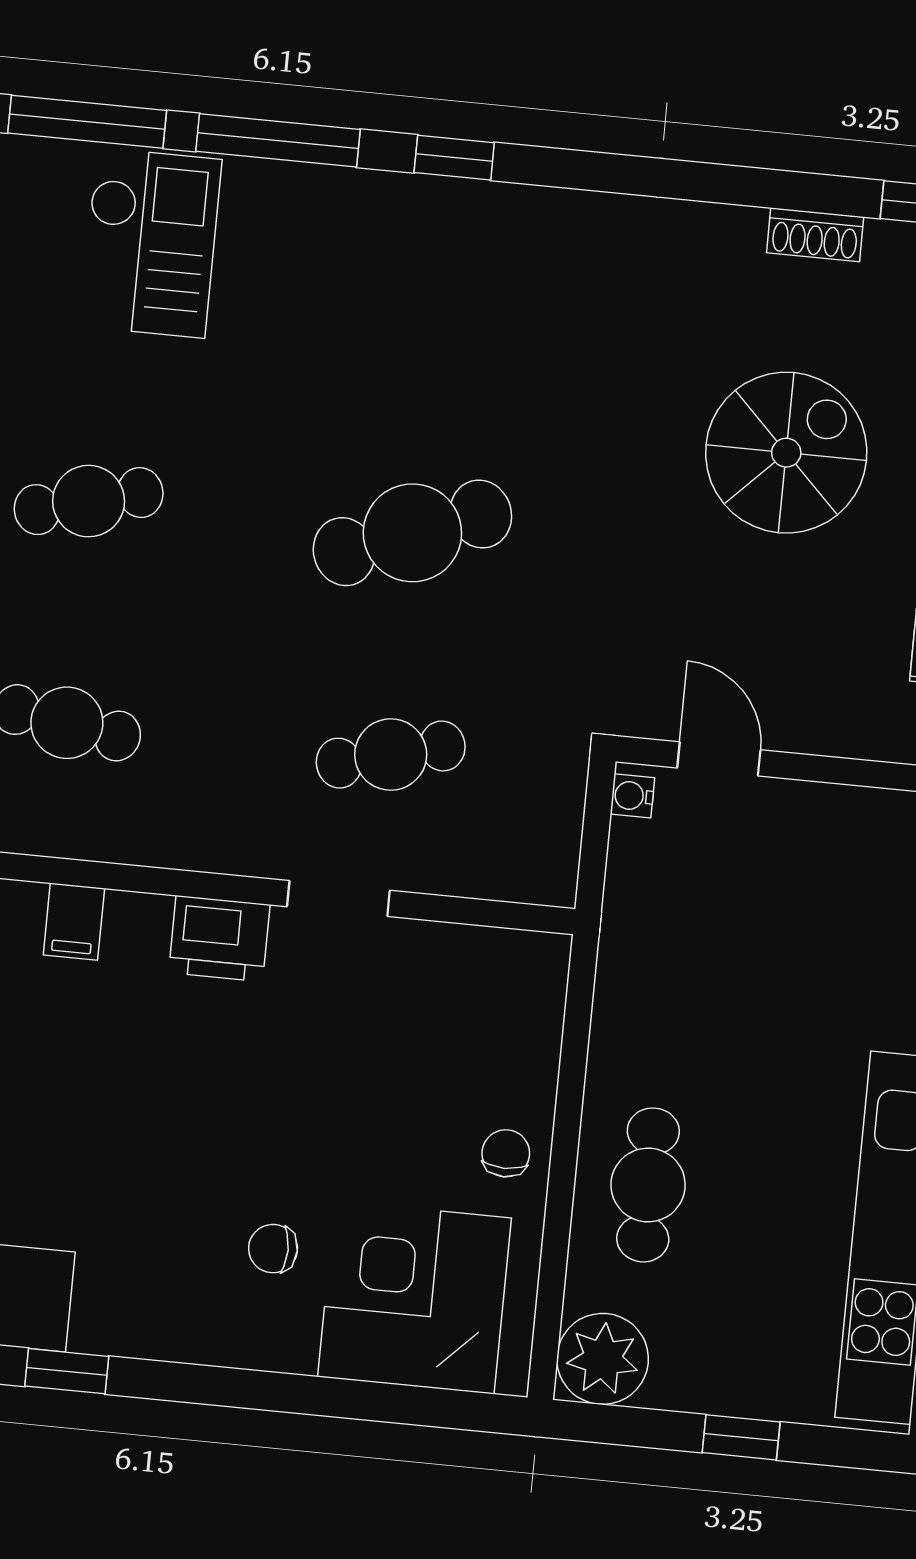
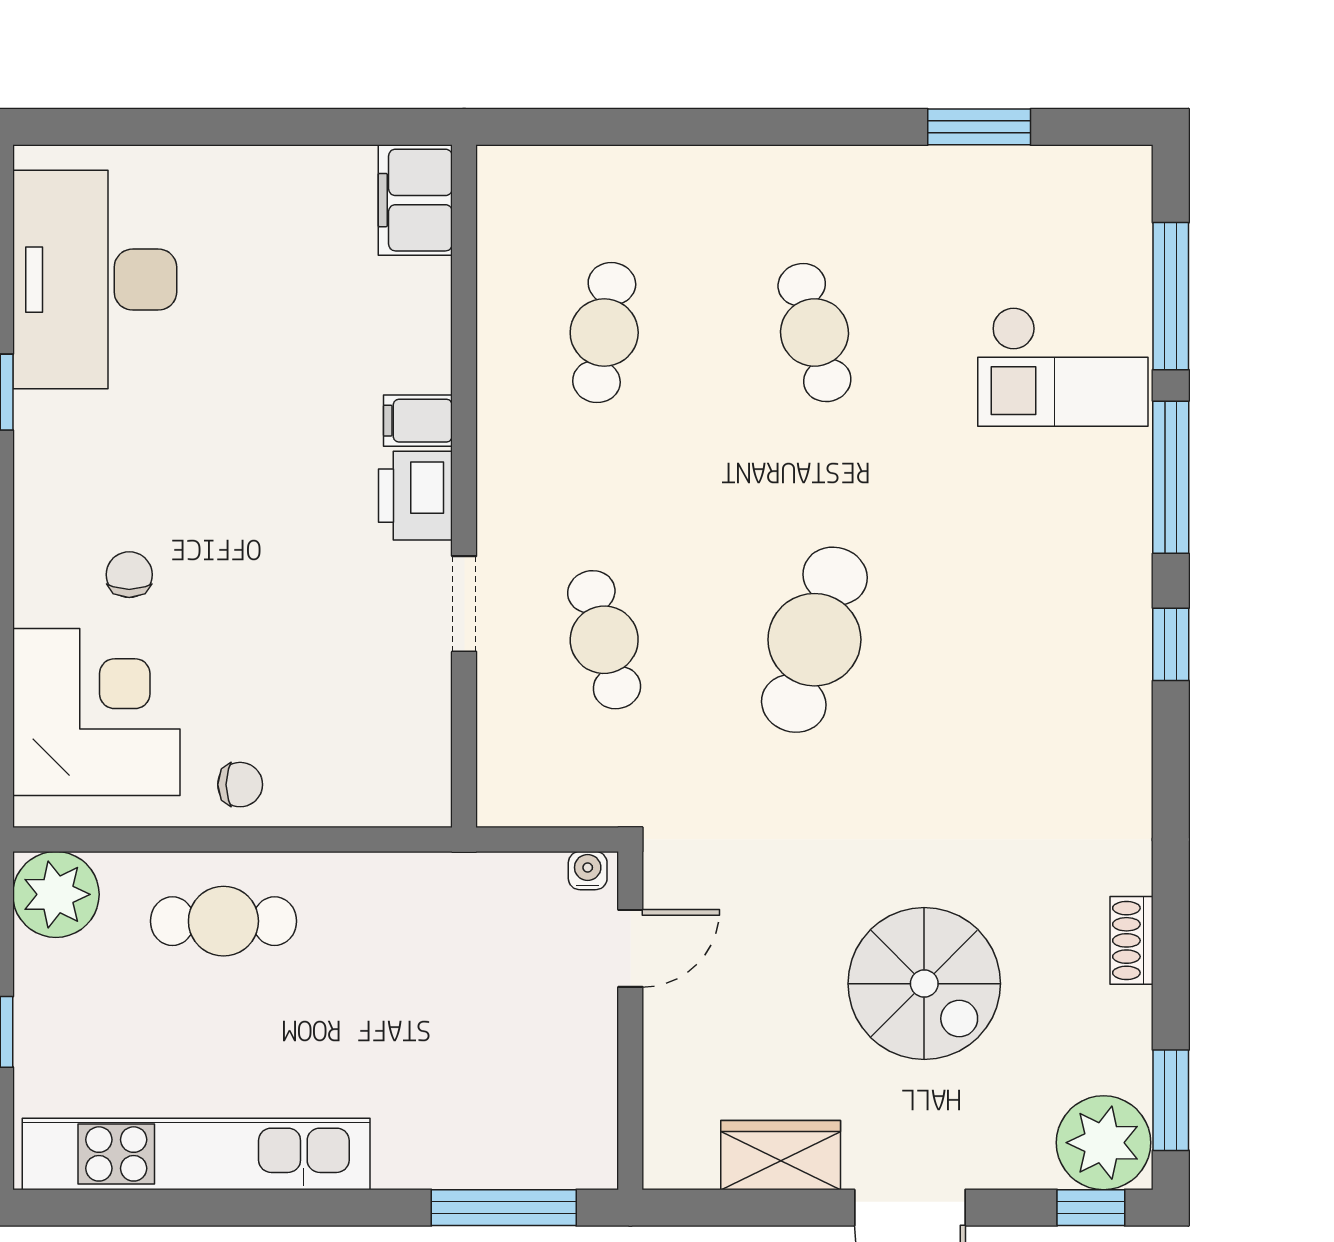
shoe rack: (815, 235) -> (1132, 940), moved
cafe table: (412, 533) -> (814, 640), turned 39
filing cabinet: (74, 922) -> (418, 421), moved

